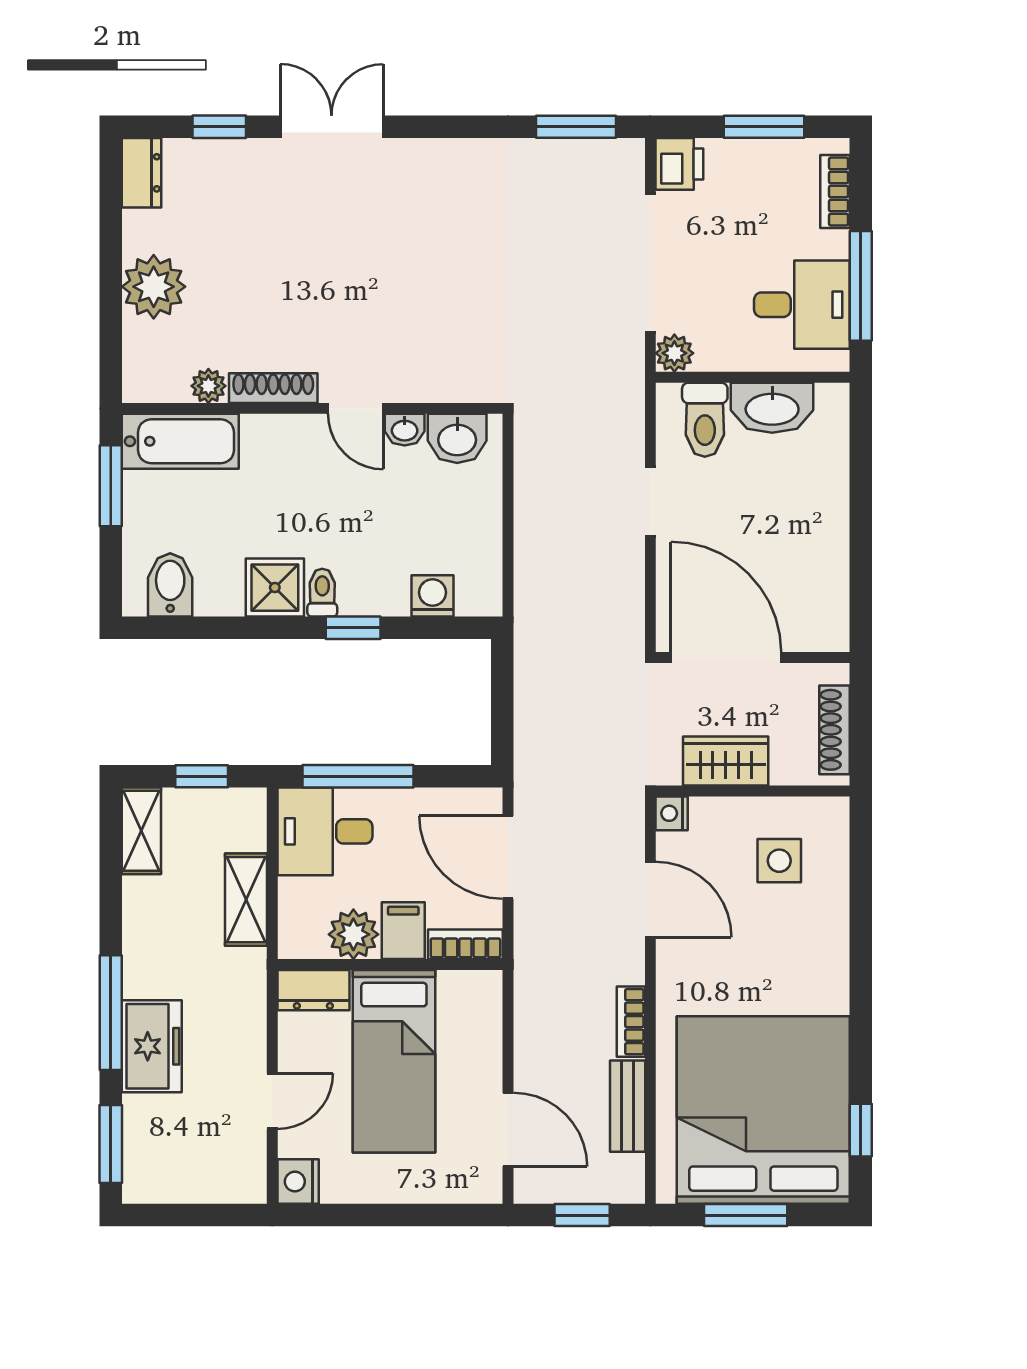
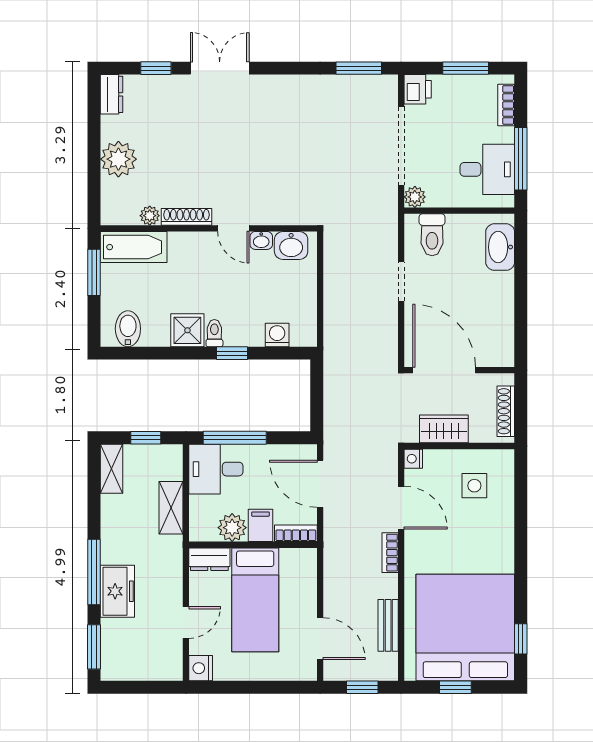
washbasin: (772, 408) -> (500, 247), moved, turned 90
bookcase: (631, 1022) -> (390, 553), moved
window: (746, 1215) -> (455, 687), width x0.67

